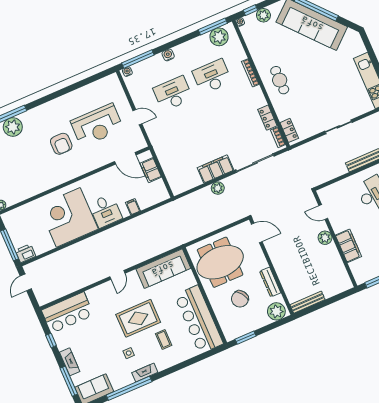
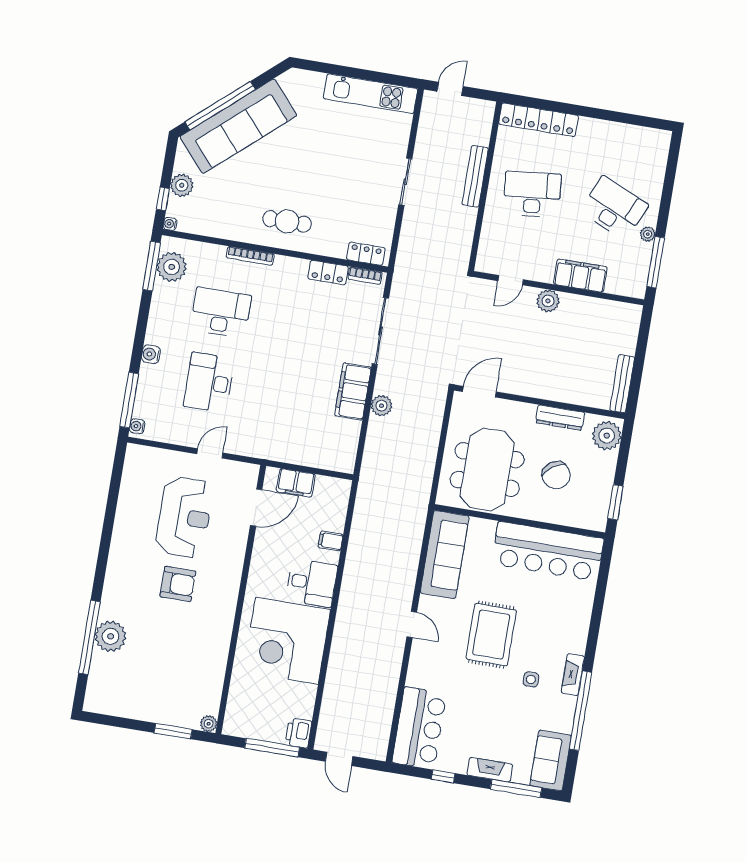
desk: (212, 77) -> (221, 312), turned 90
coffee table: (164, 339) -> (544, 618), removed

